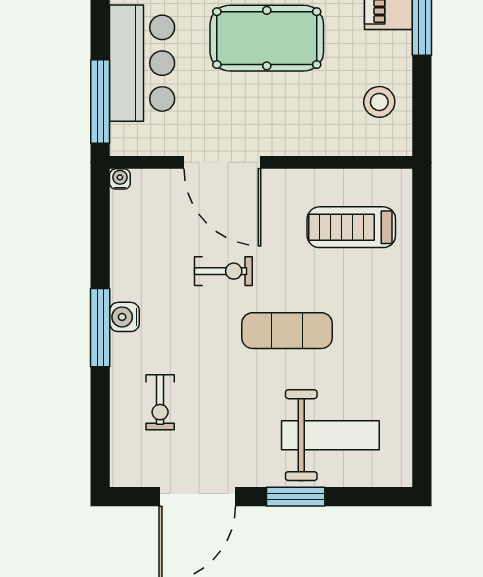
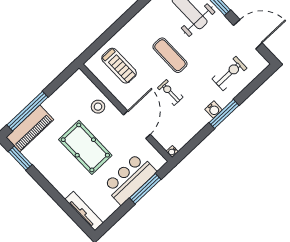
window: (100, 102) -> (145, 189), moved
stool: (379, 102) -> (98, 107), moved
exercise bike: (160, 402) -> (229, 73), width x1.38, depth x1.39

